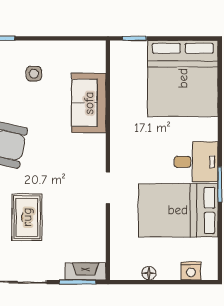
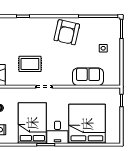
bed: (183, 78) -> (87, 124), moved, turned 90
rug: (27, 217) -> (30, 64), moved

